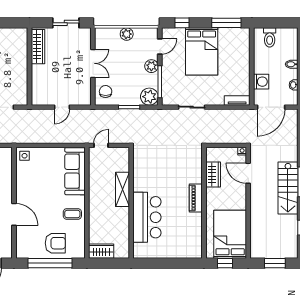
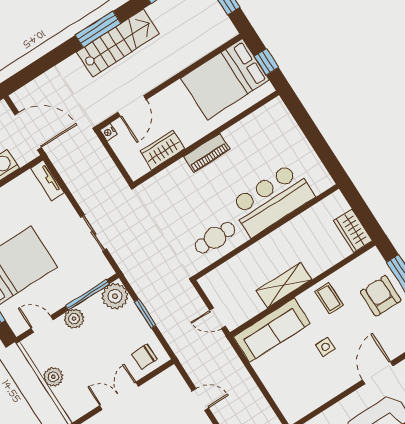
side table: (25, 156) -> (325, 347), moved
cafe table: (146, 172) -> (215, 238), added
shelving: (122, 189) -> (284, 285), moved

